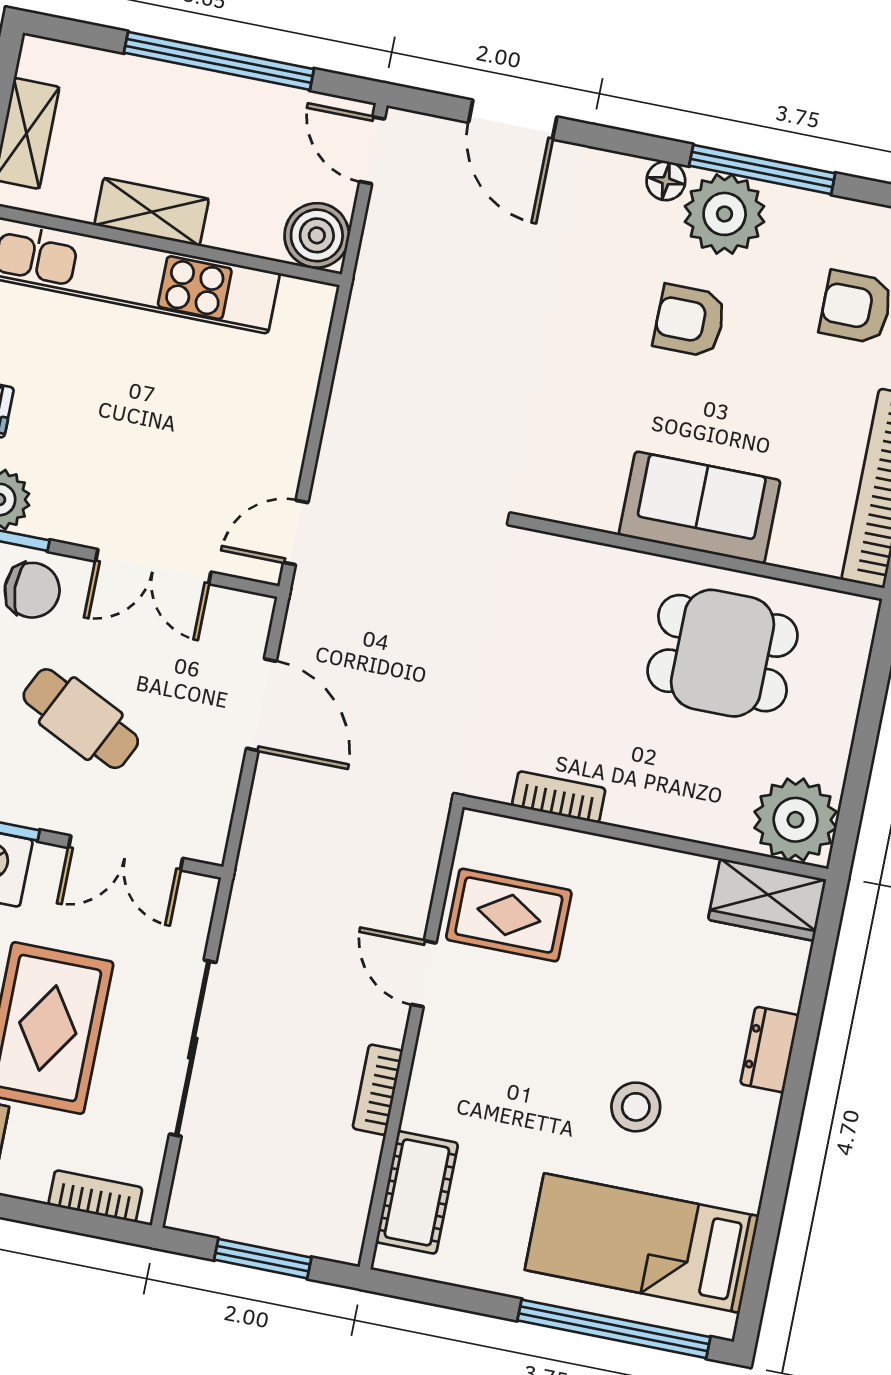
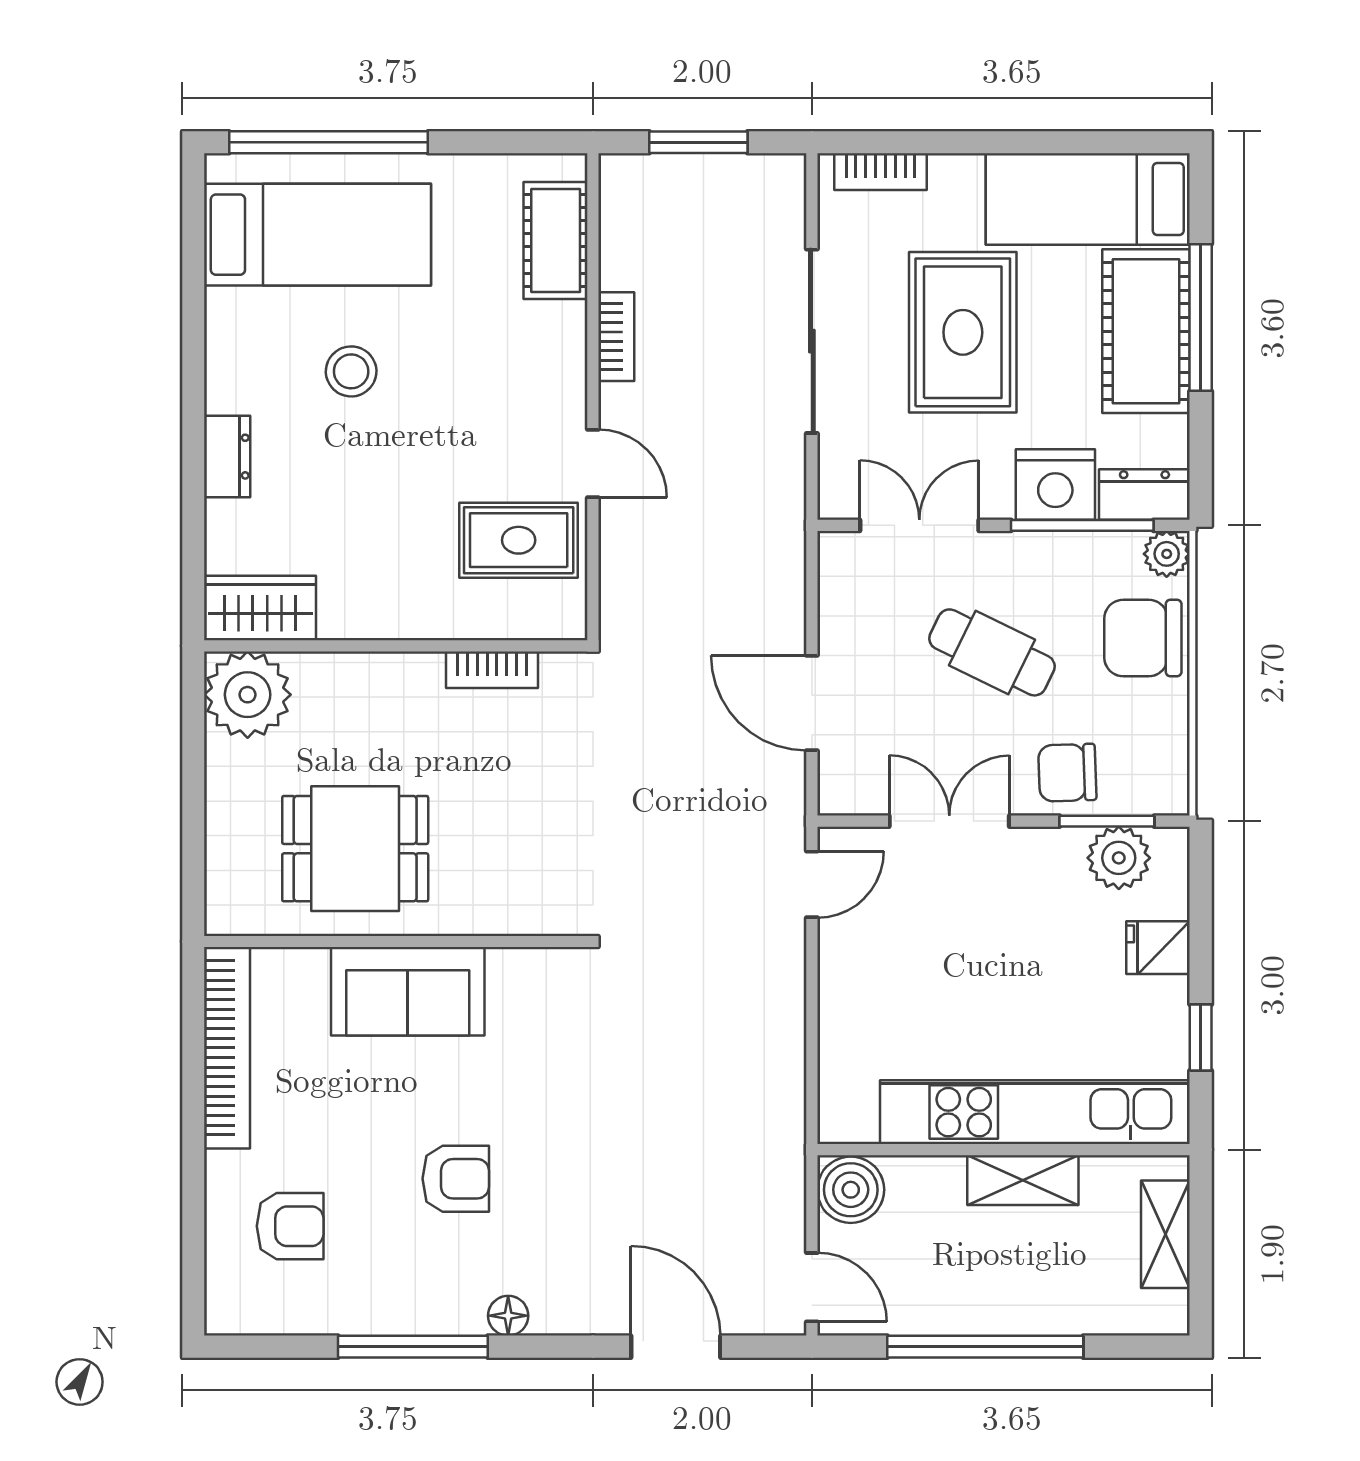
plant: (725, 214) -> (442, 1294), removed

